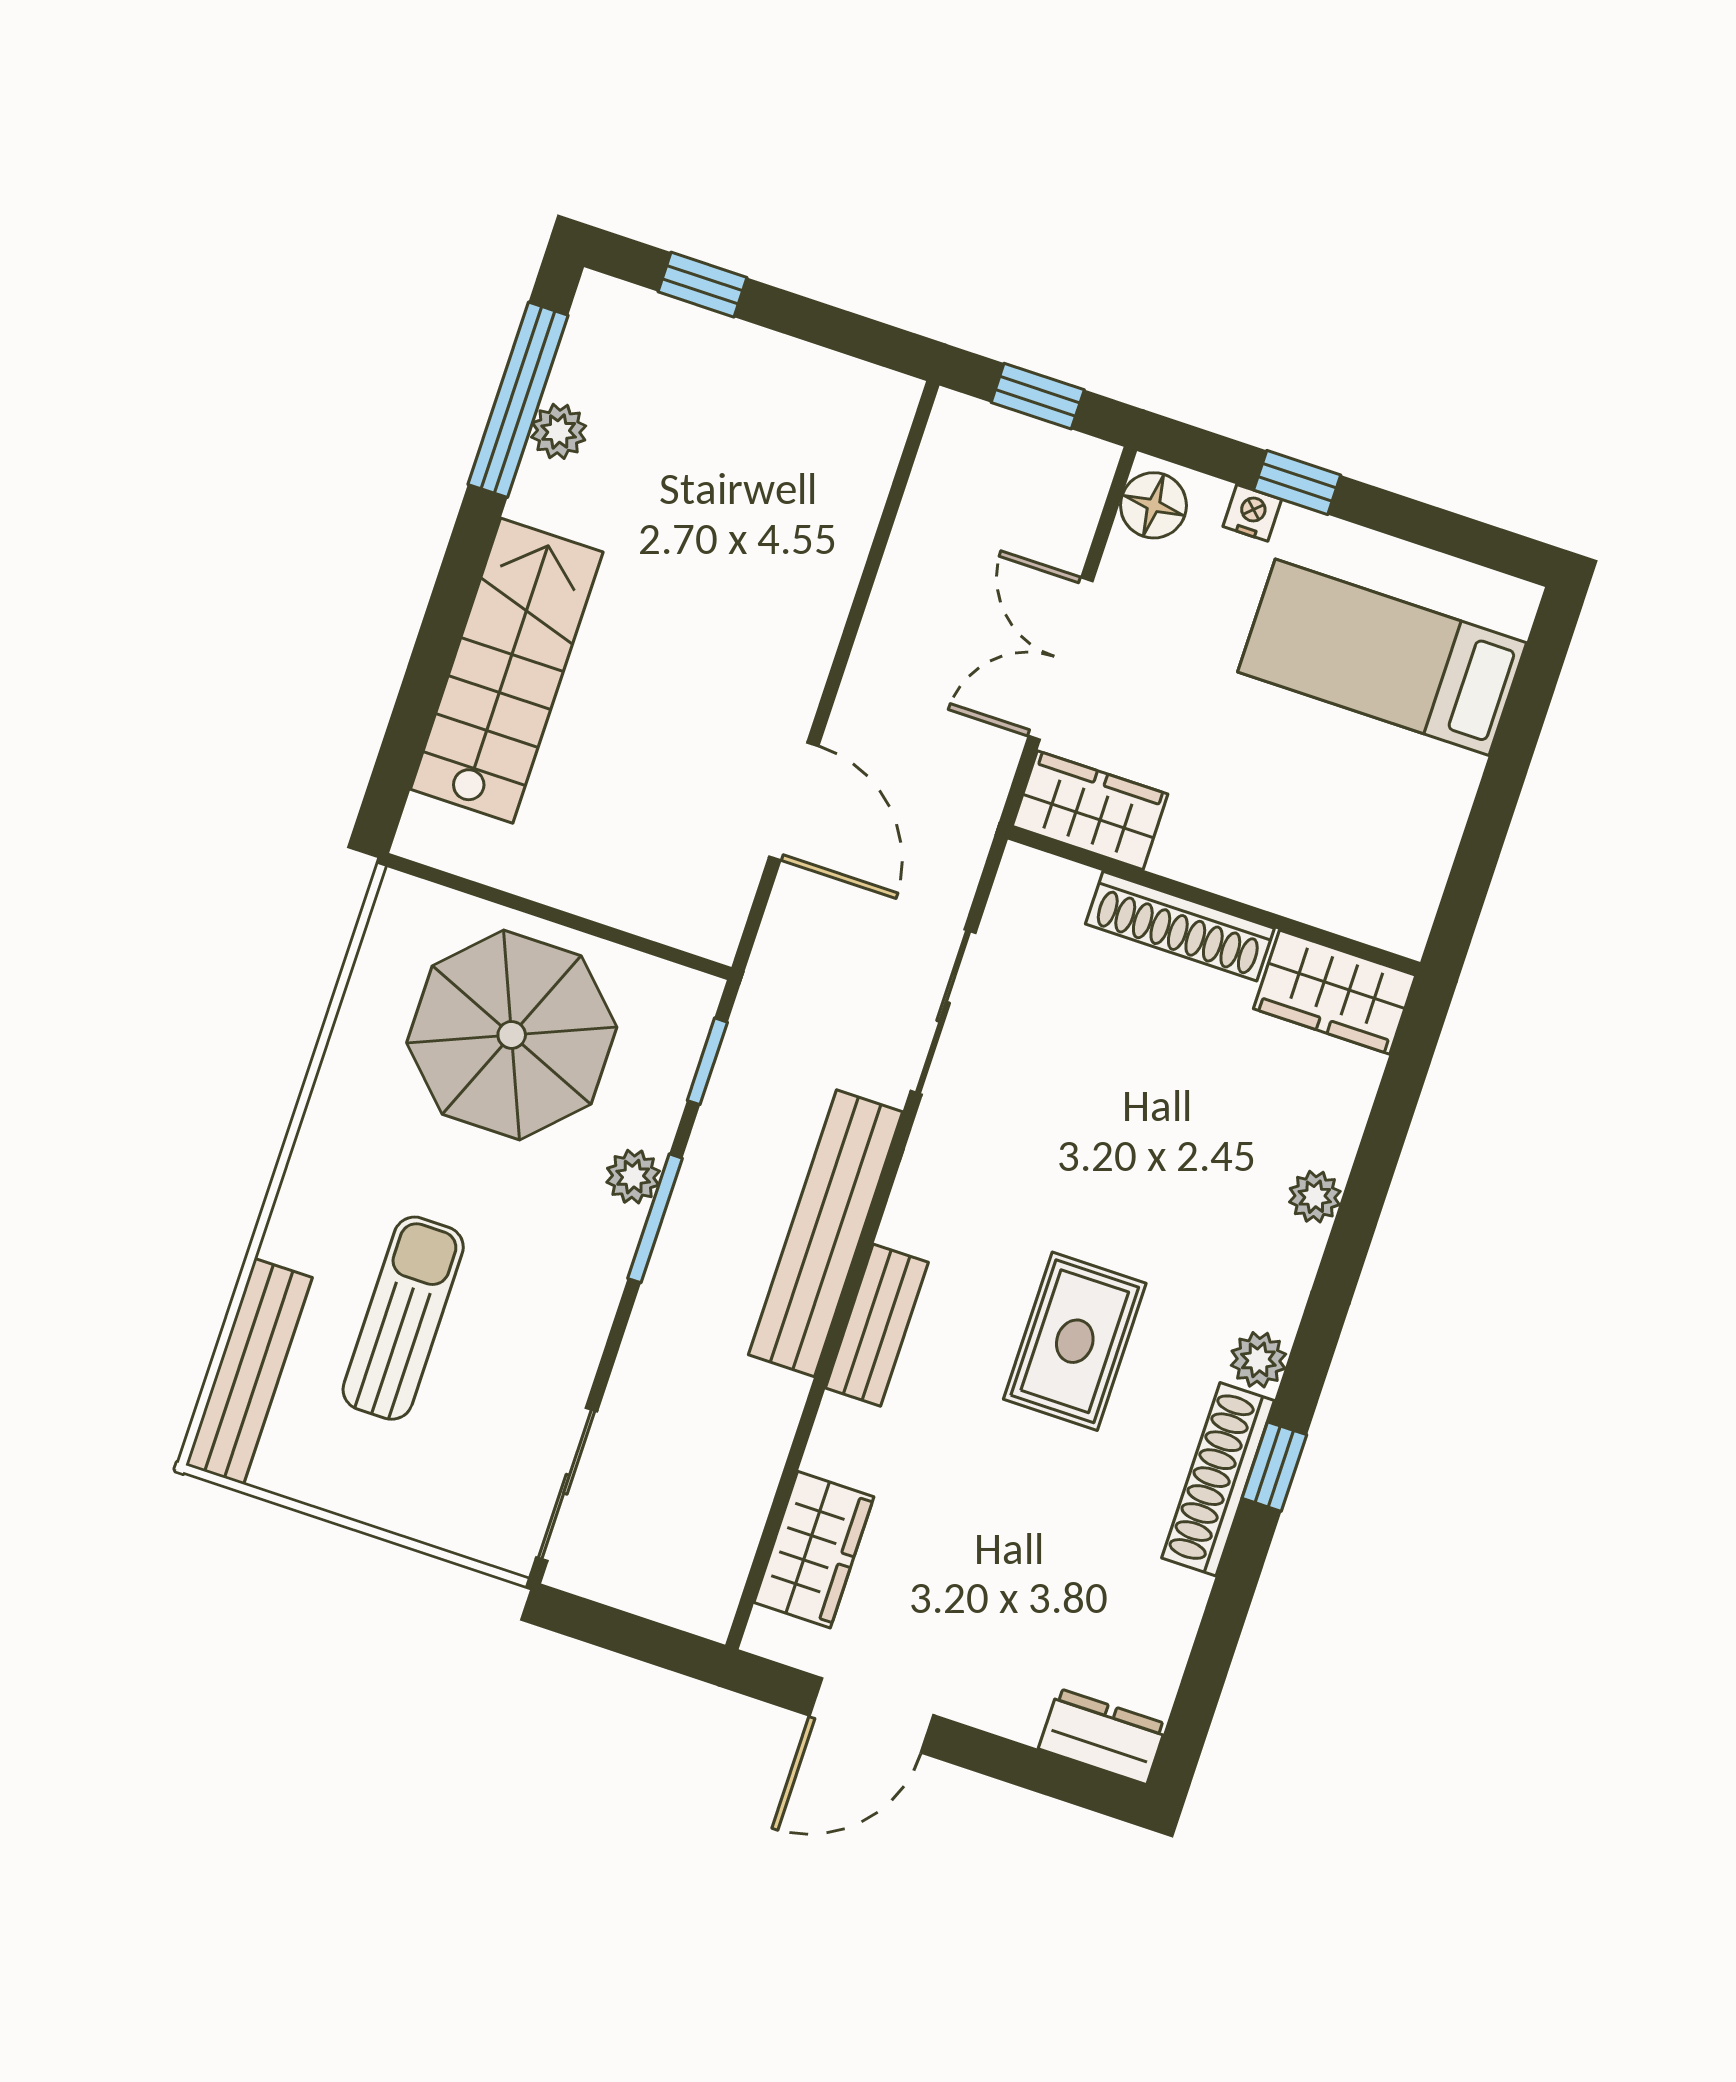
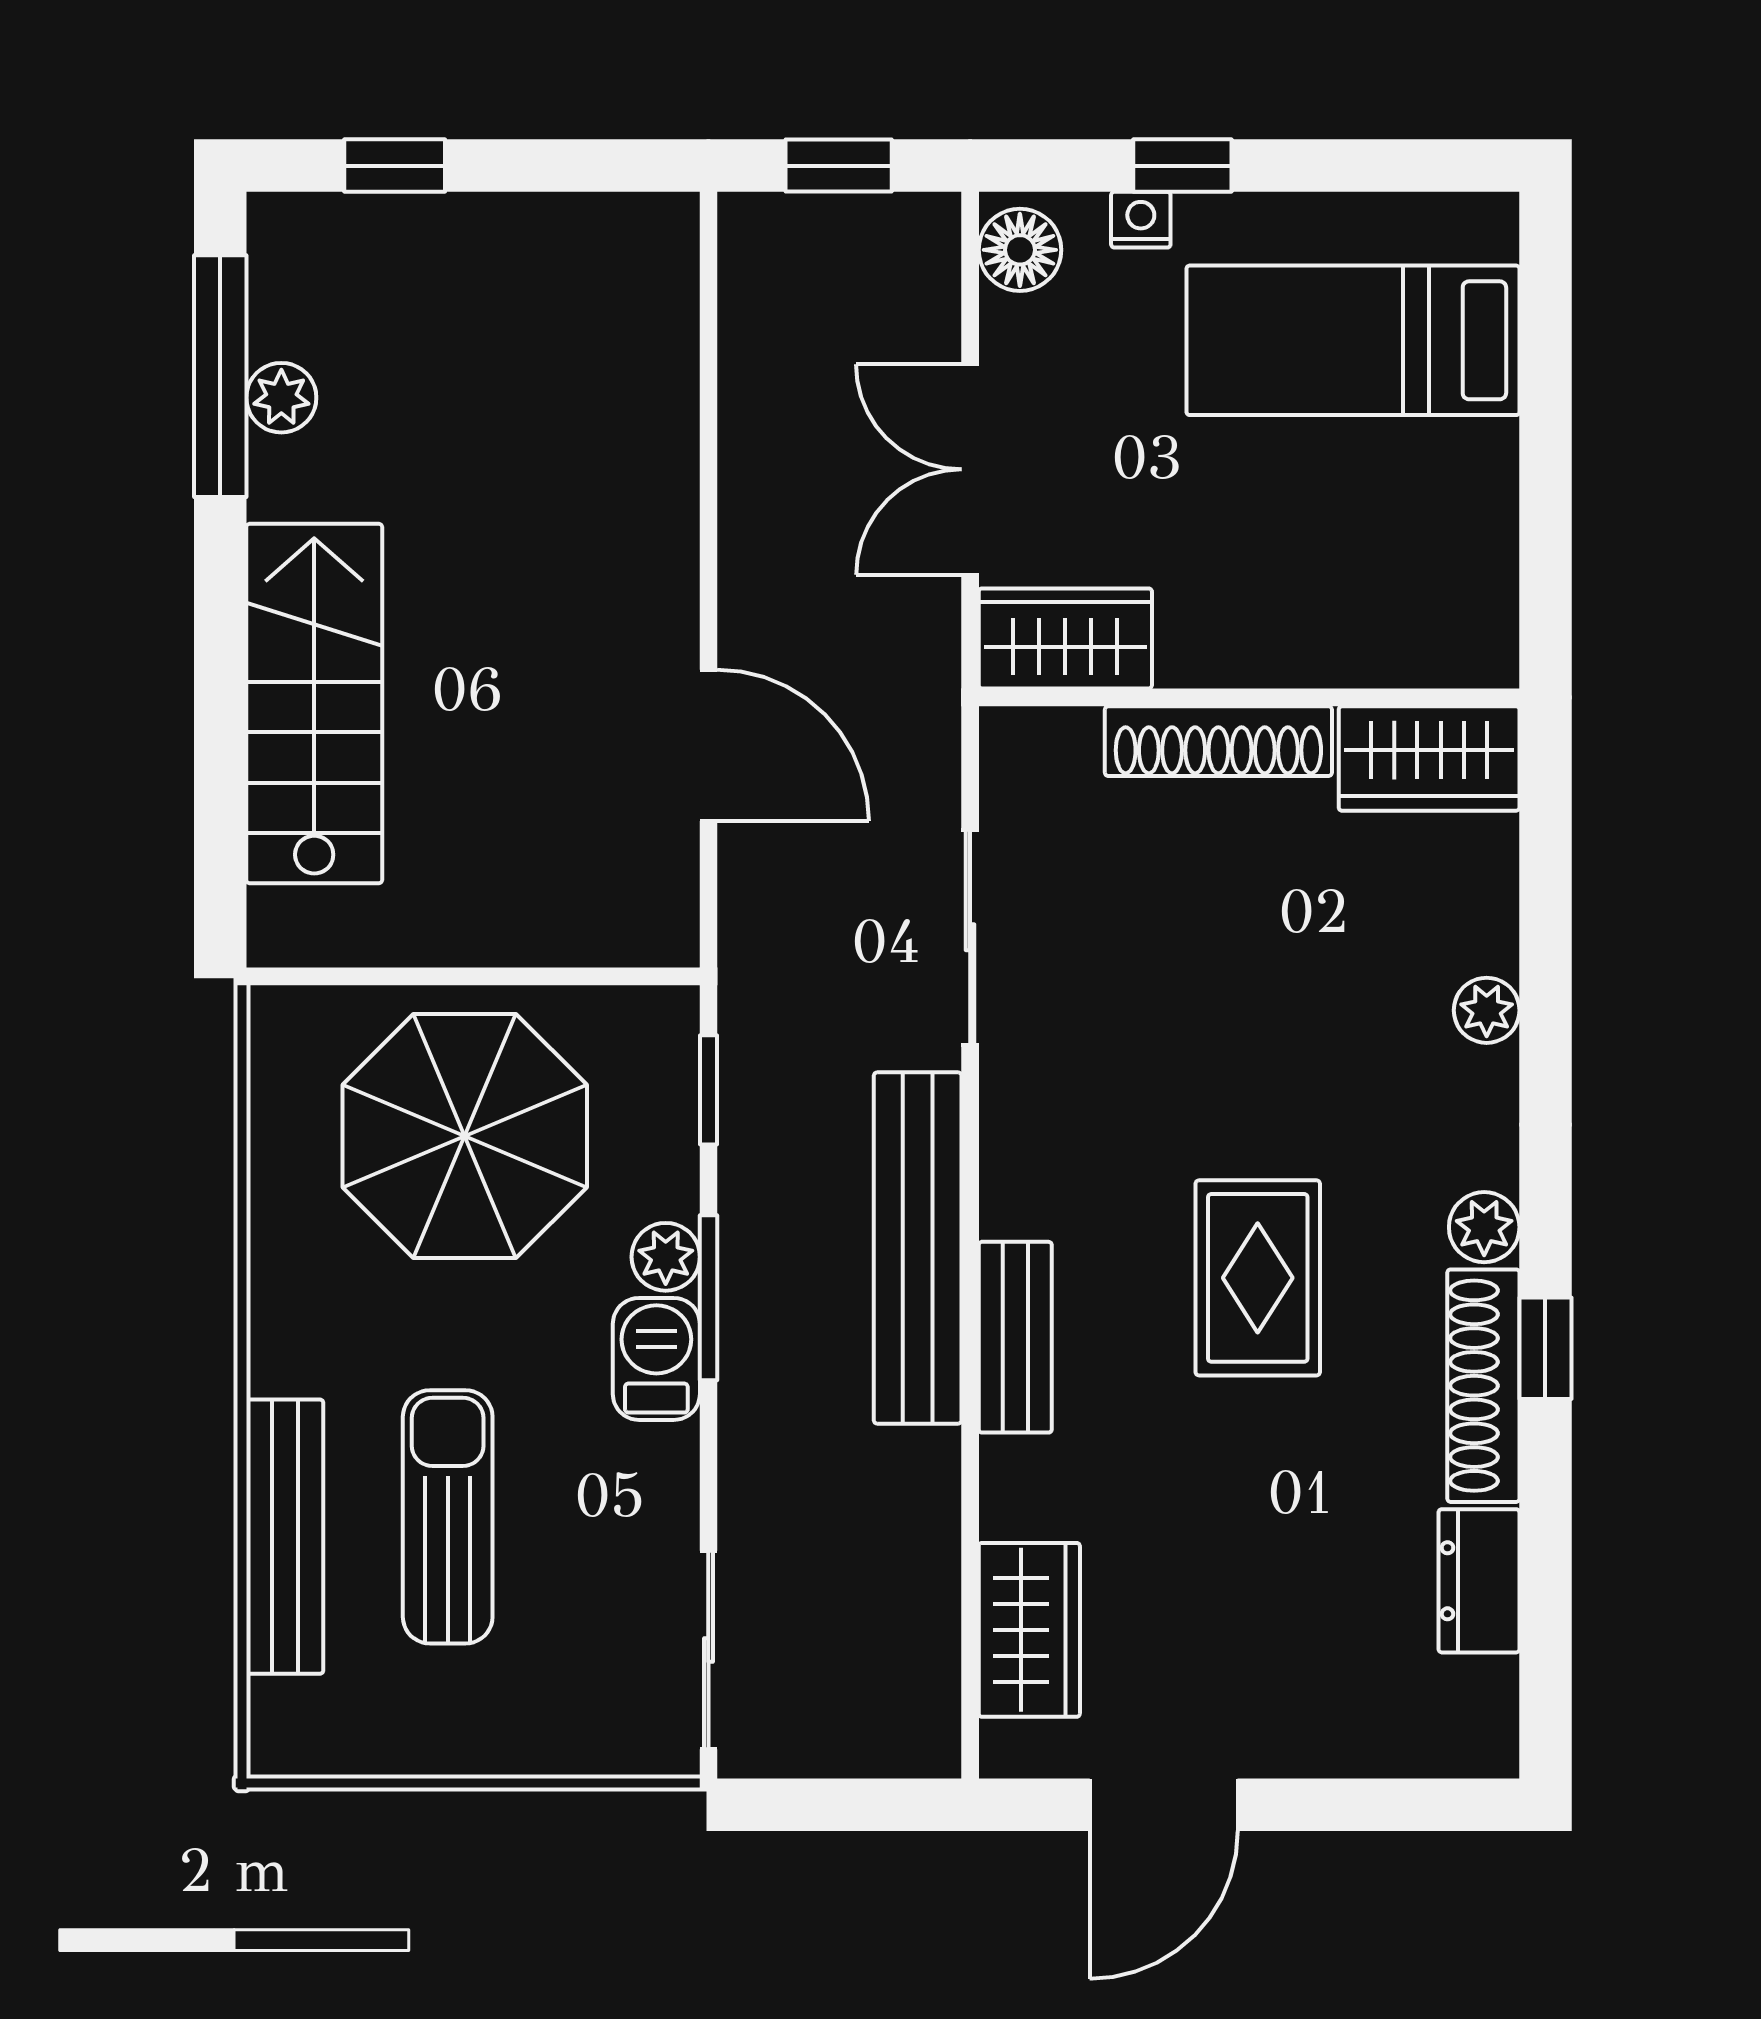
barbecue: (600, 1251) -> (656, 1359), added
bench: (249, 1371) -> (285, 1537), moved
dresser: (1102, 1736) -> (1479, 1581), moved, turned -90

